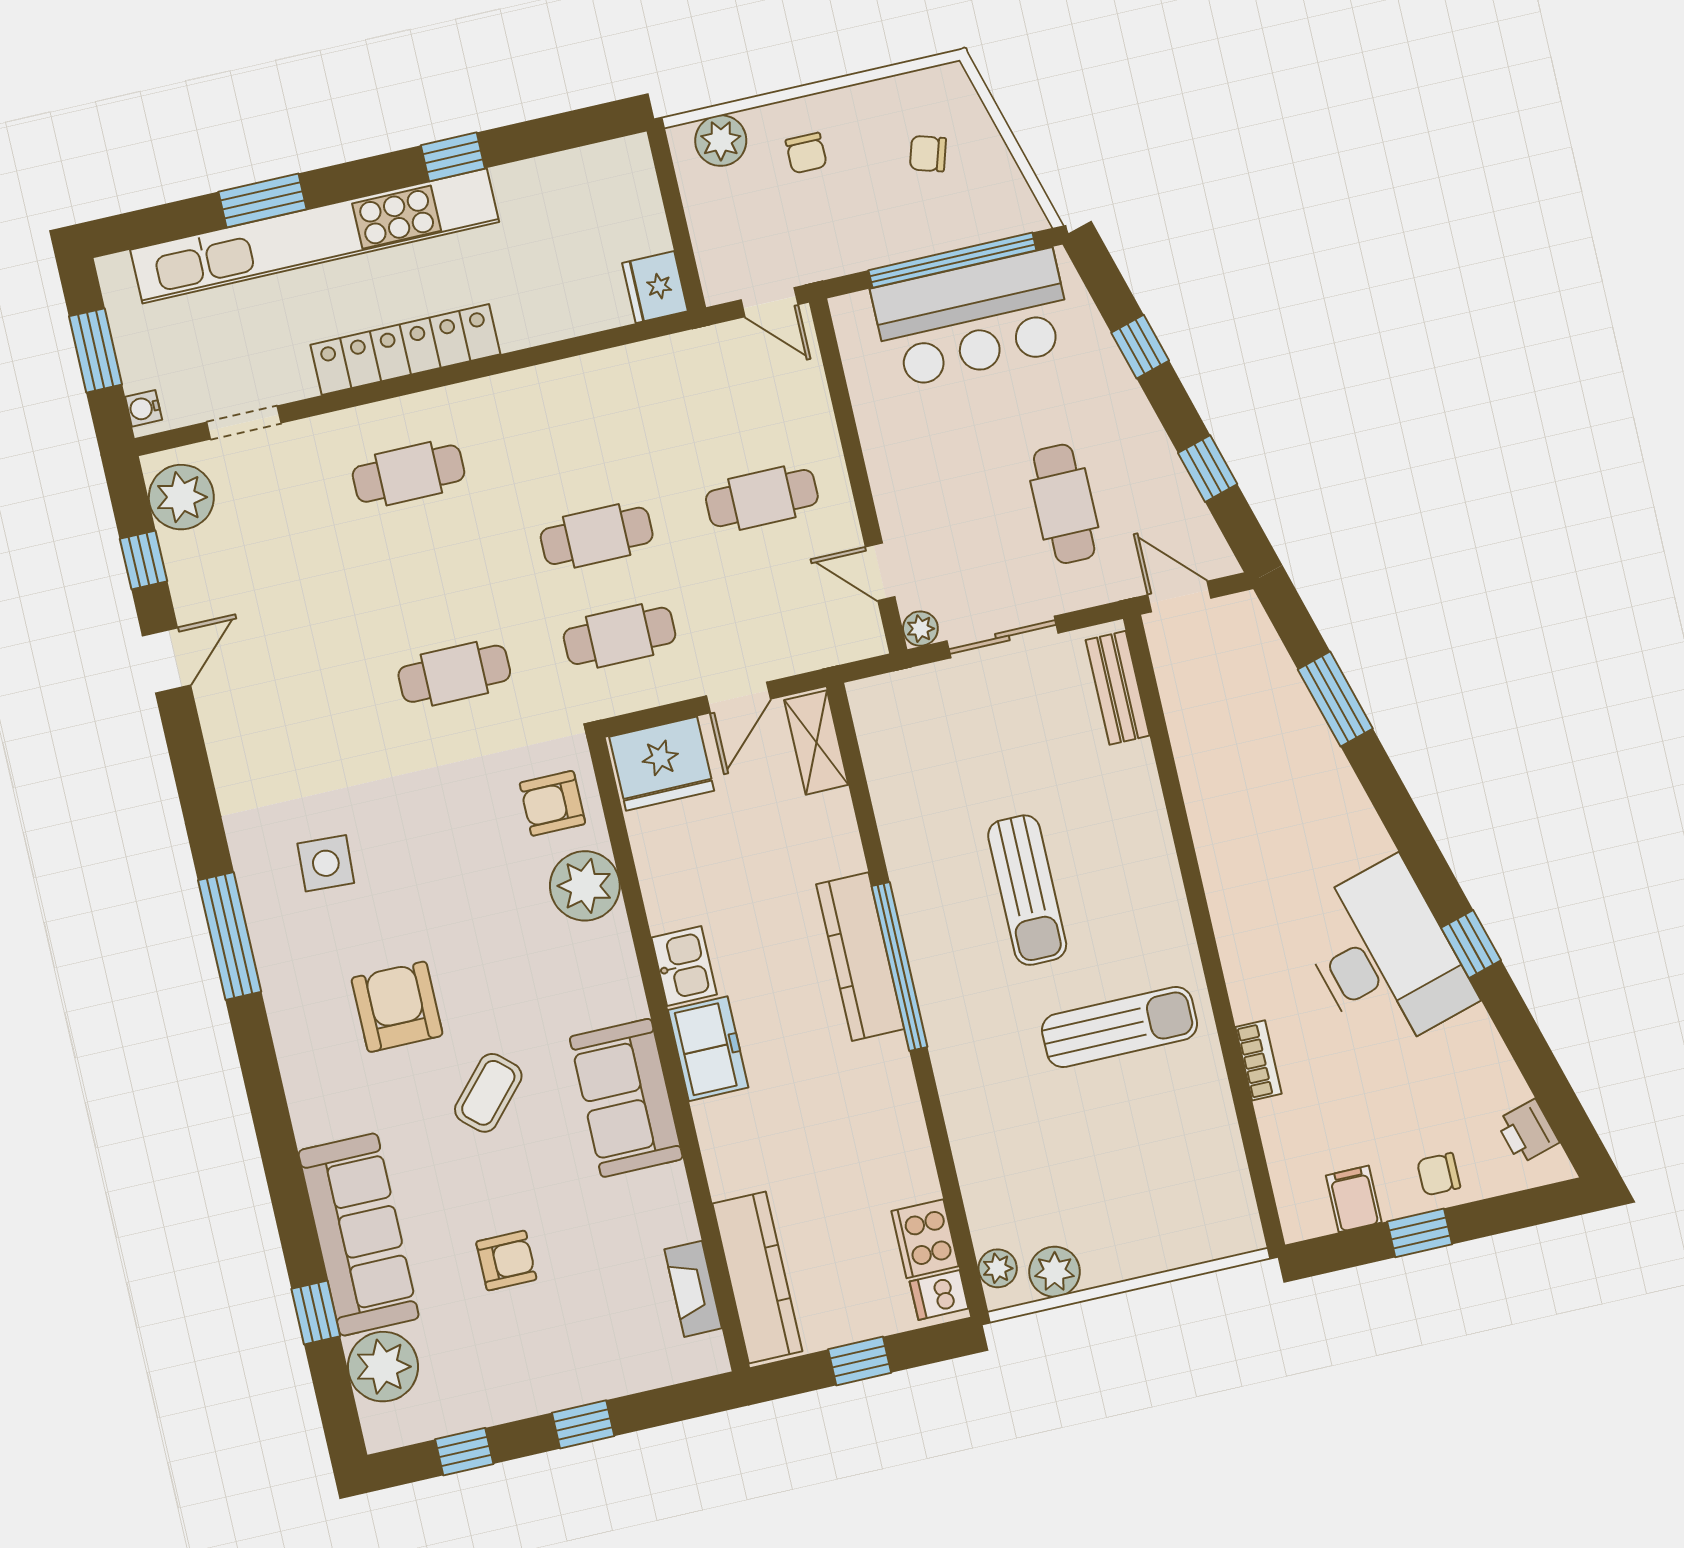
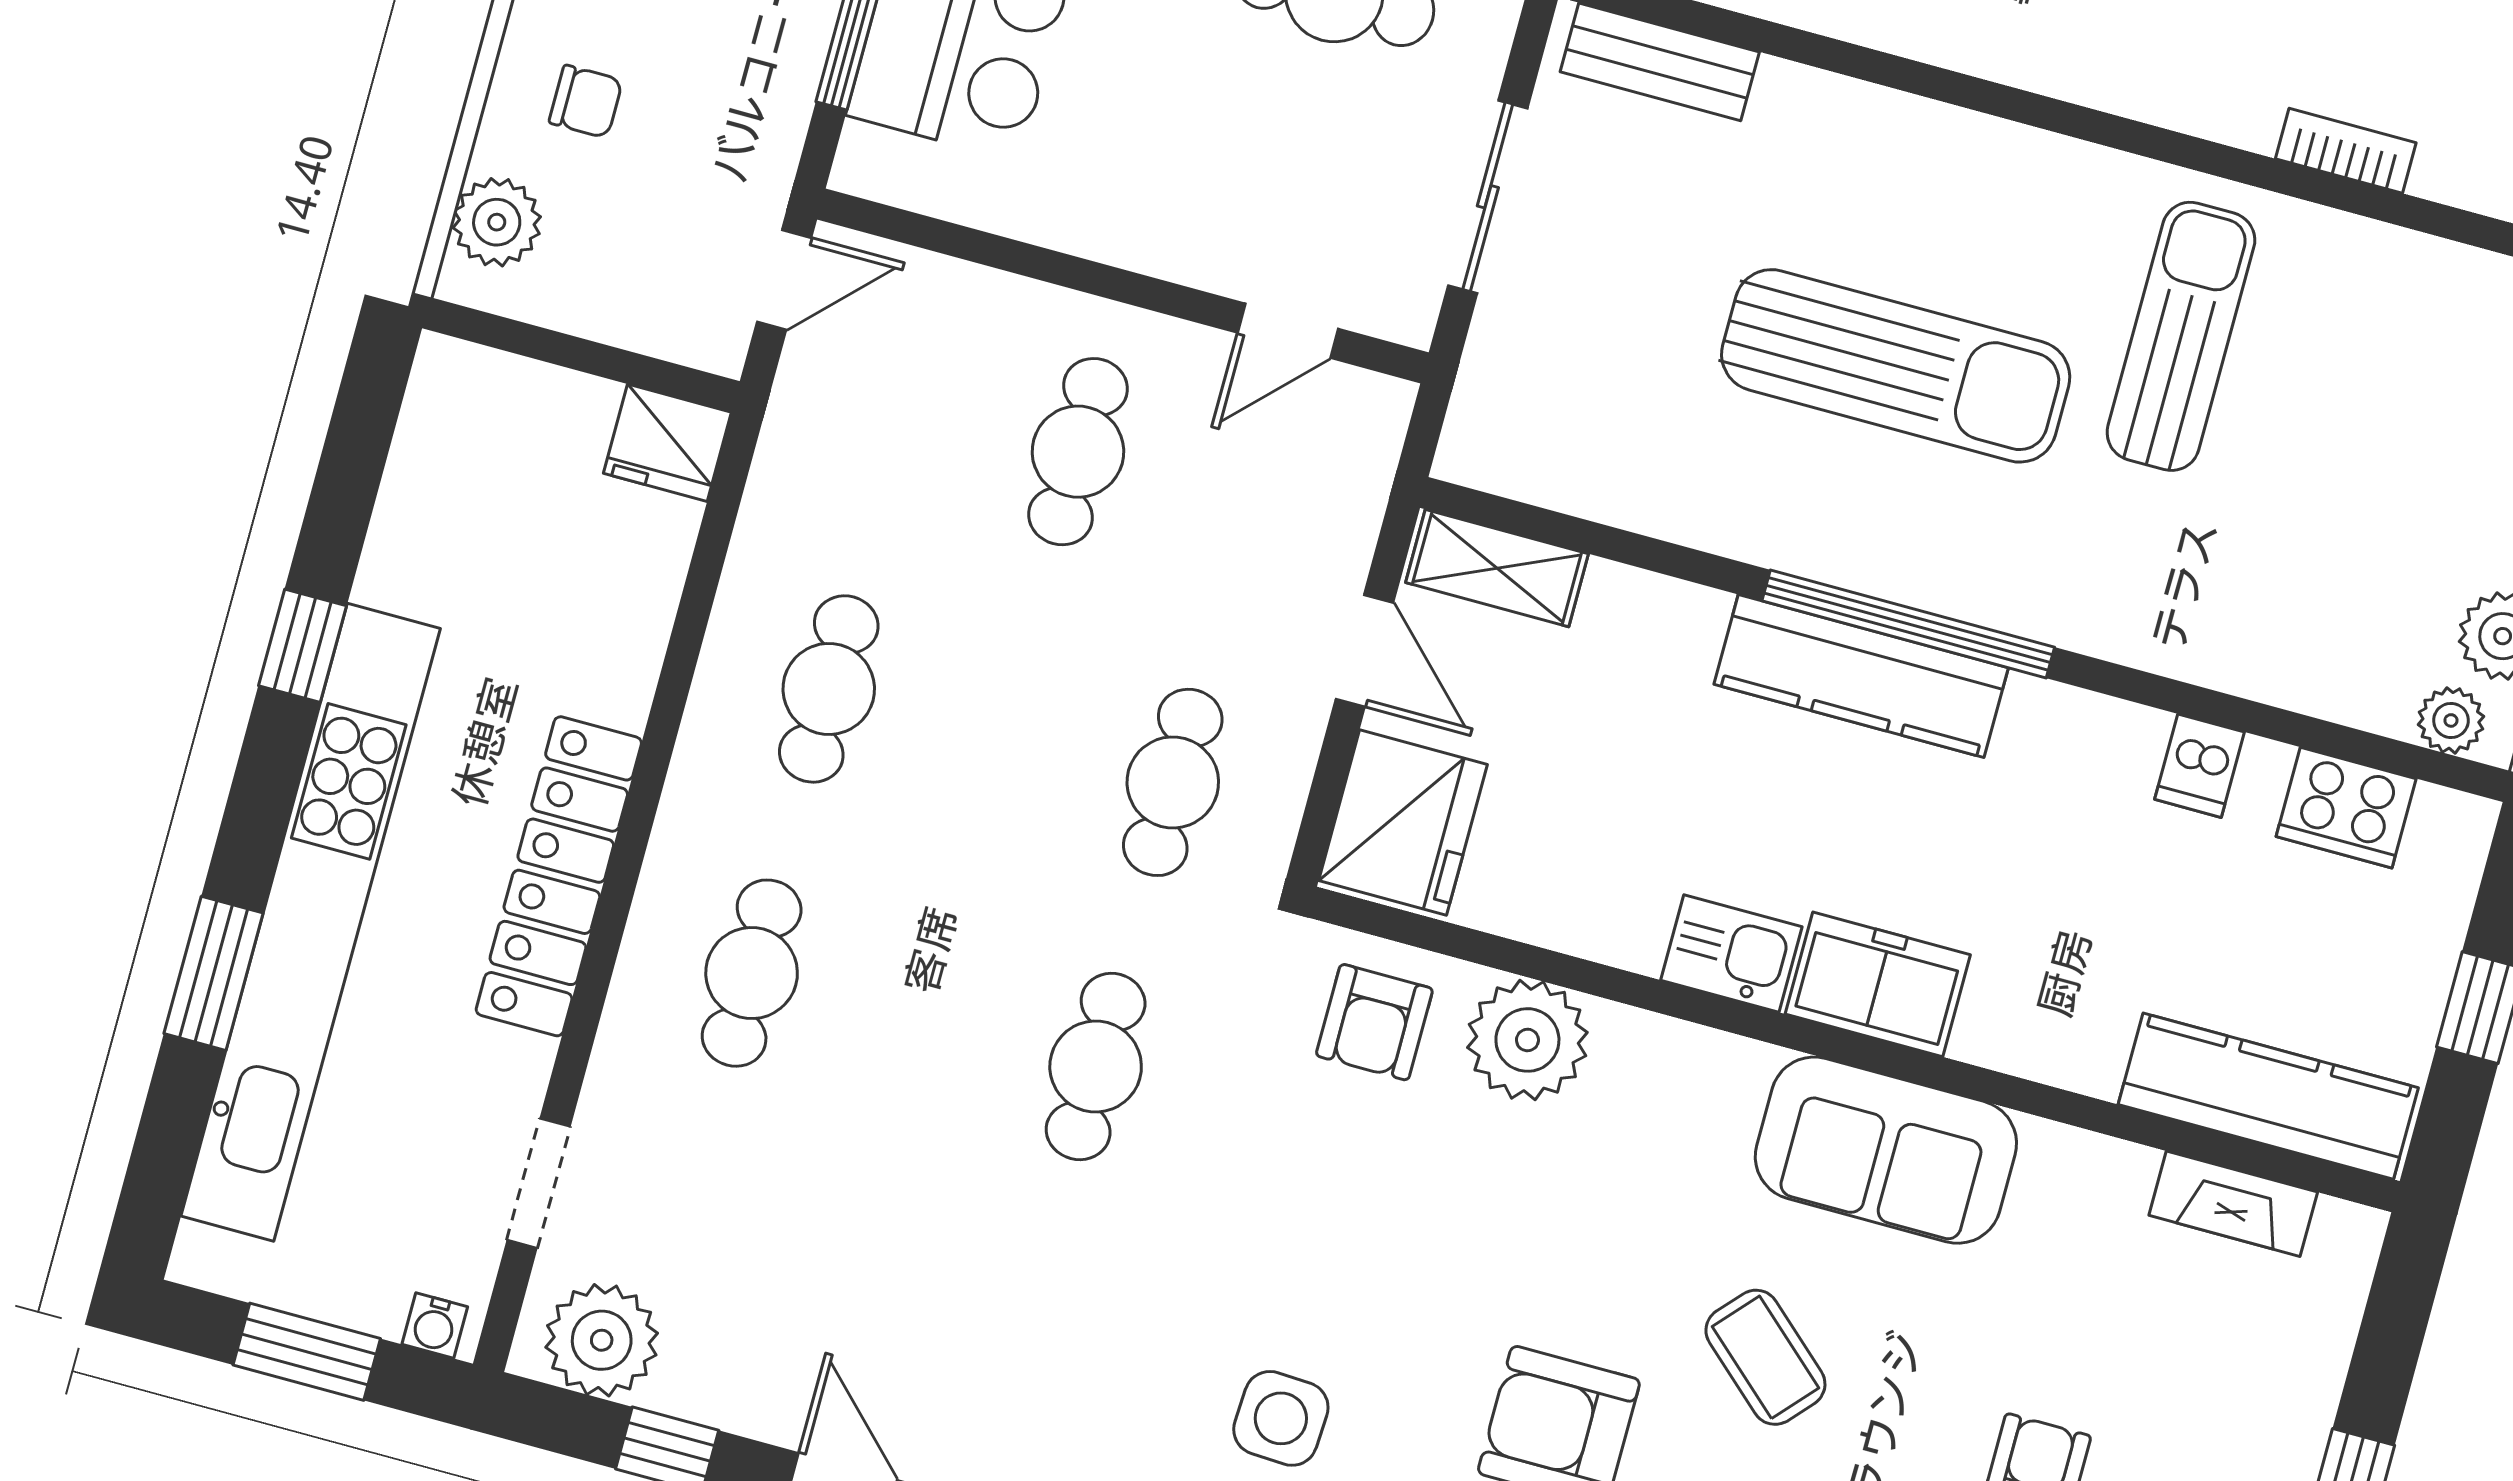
cafe table: (597, 536) -> (829, 689), moved
plant: (920, 629) -> (1408, 316), removed
sun lounger: (1027, 890) -> (1896, 366), width x1.36, depth x1.34
dishwasher: (939, 1295) -> (2199, 766), moved

